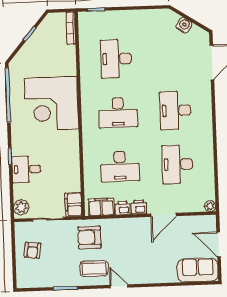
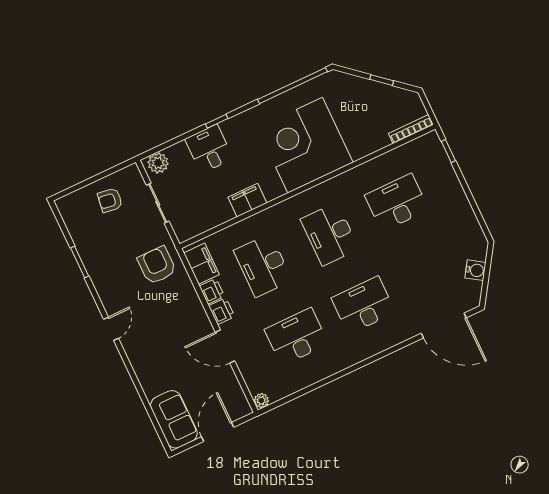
filing cabinet: (73, 205) -> (247, 200), moved
coffee table: (94, 269) -> (120, 288), removed

